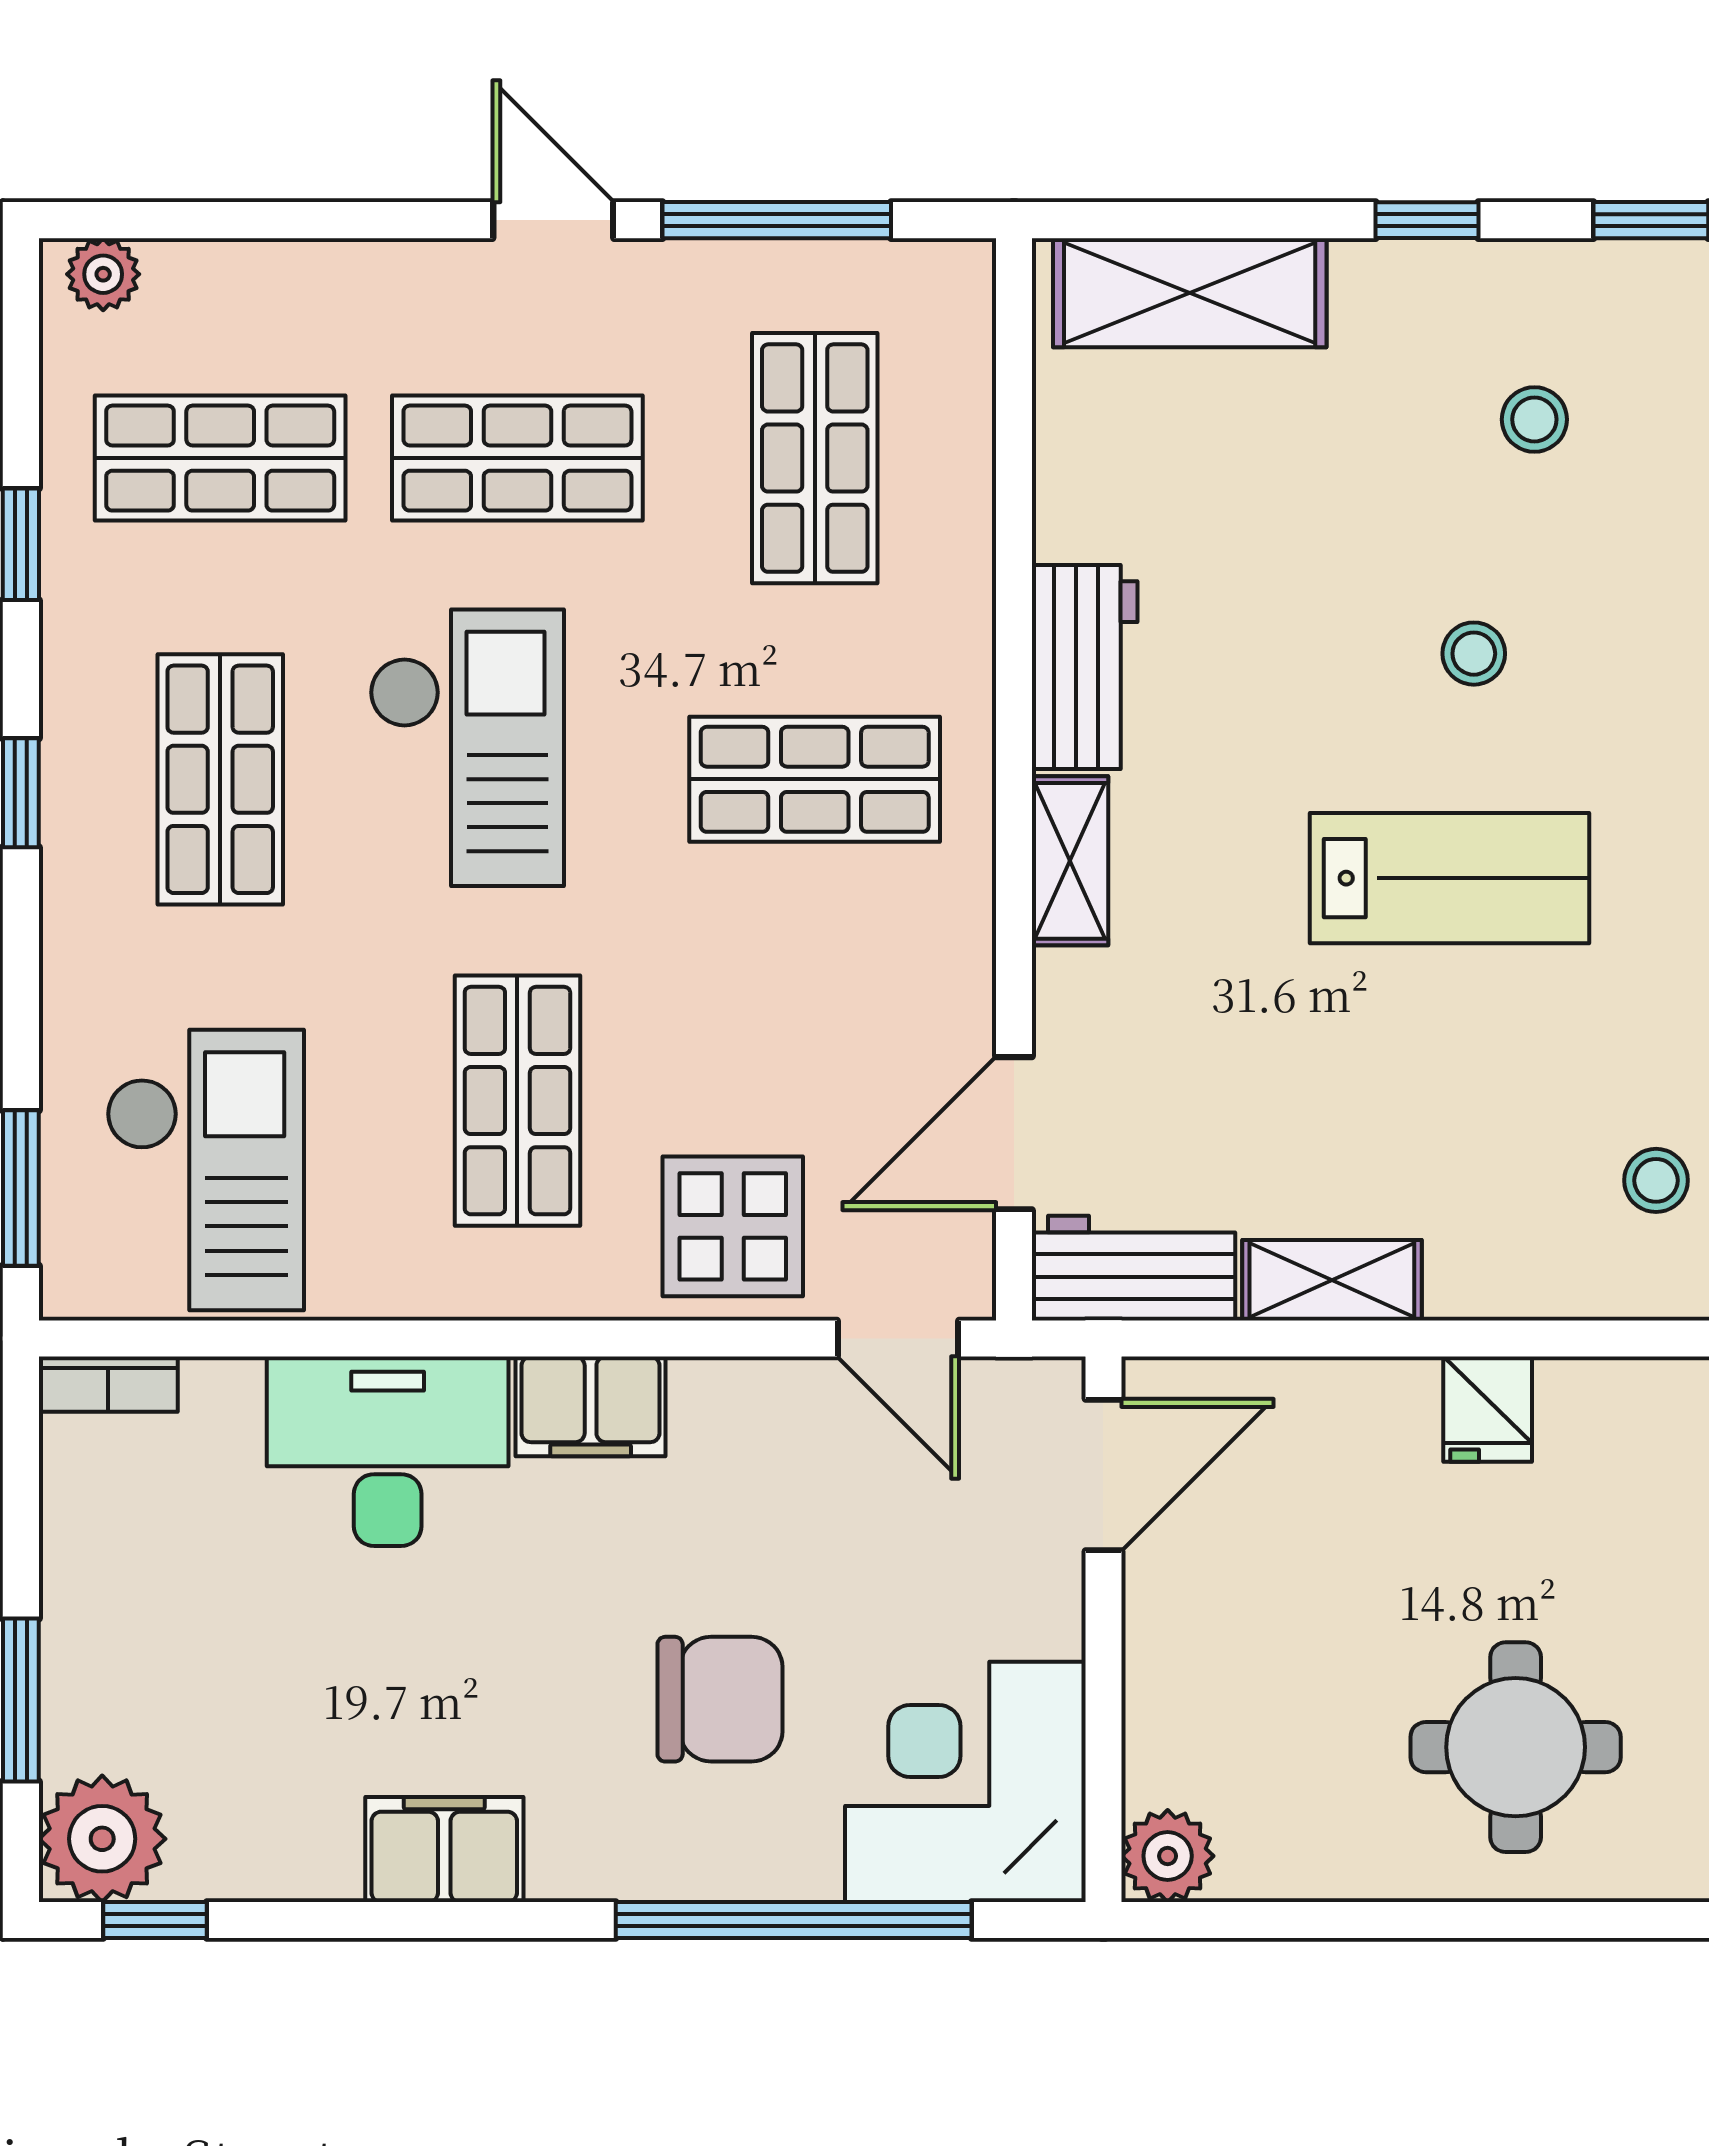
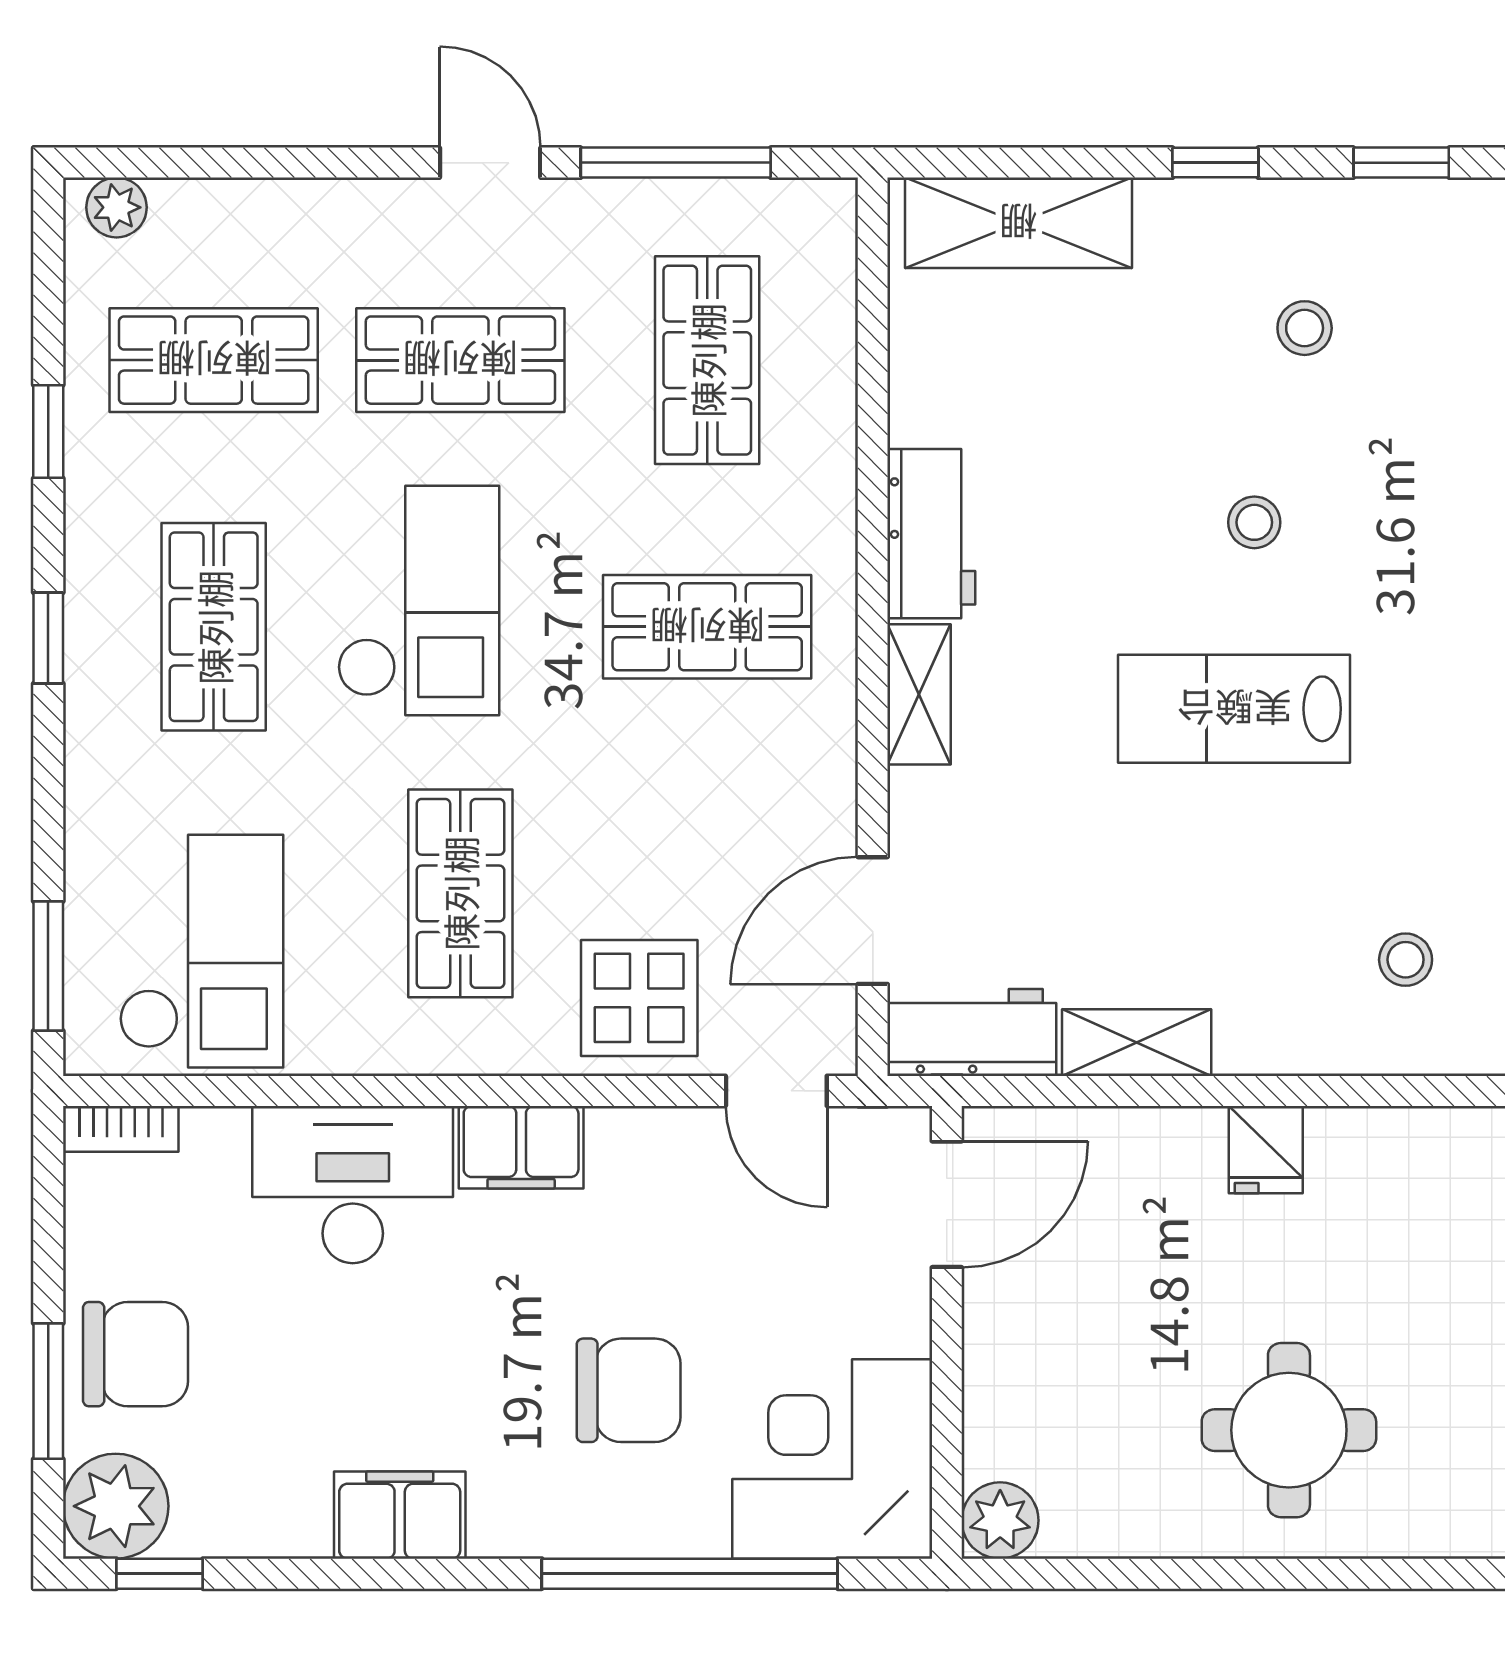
lab bench: (1449, 878) -> (1234, 709), turned 180
chair: (126, 1656) -> (135, 1354), added

